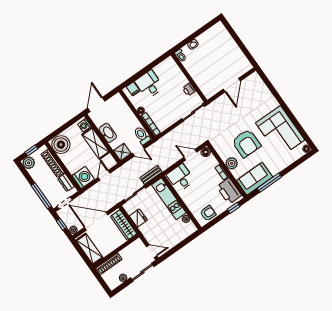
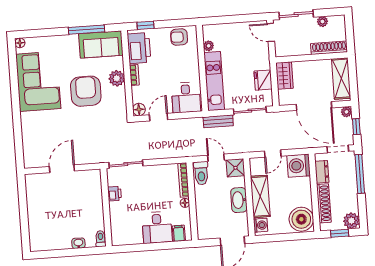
door: (190, 155) -> (159, 117), swing flipped
wardrobe: (124, 225) -> (284, 76), width x0.67

